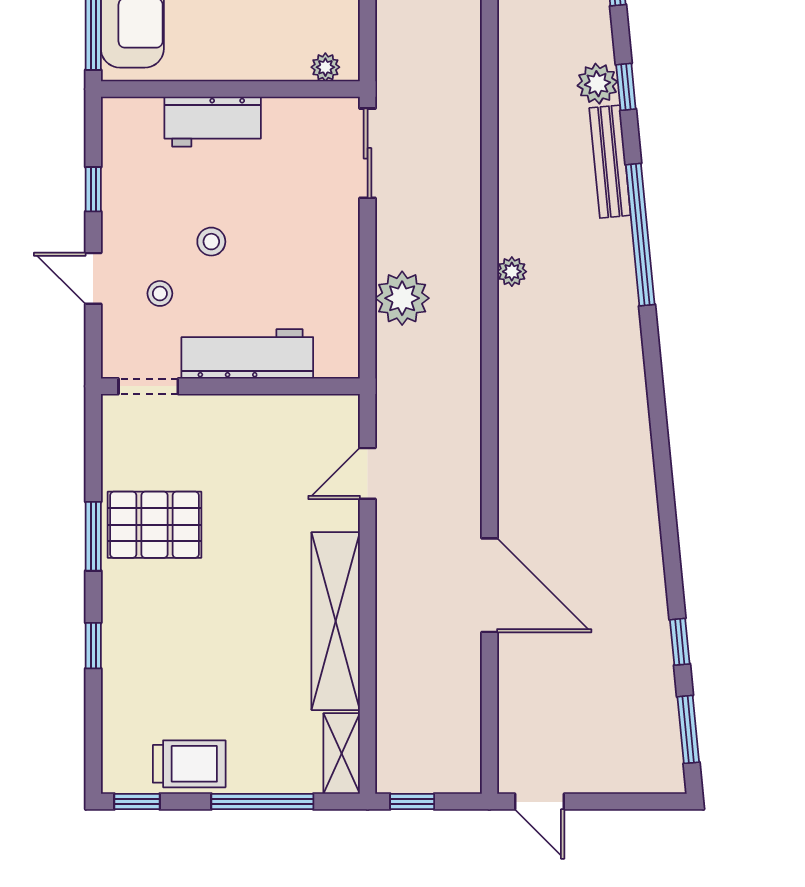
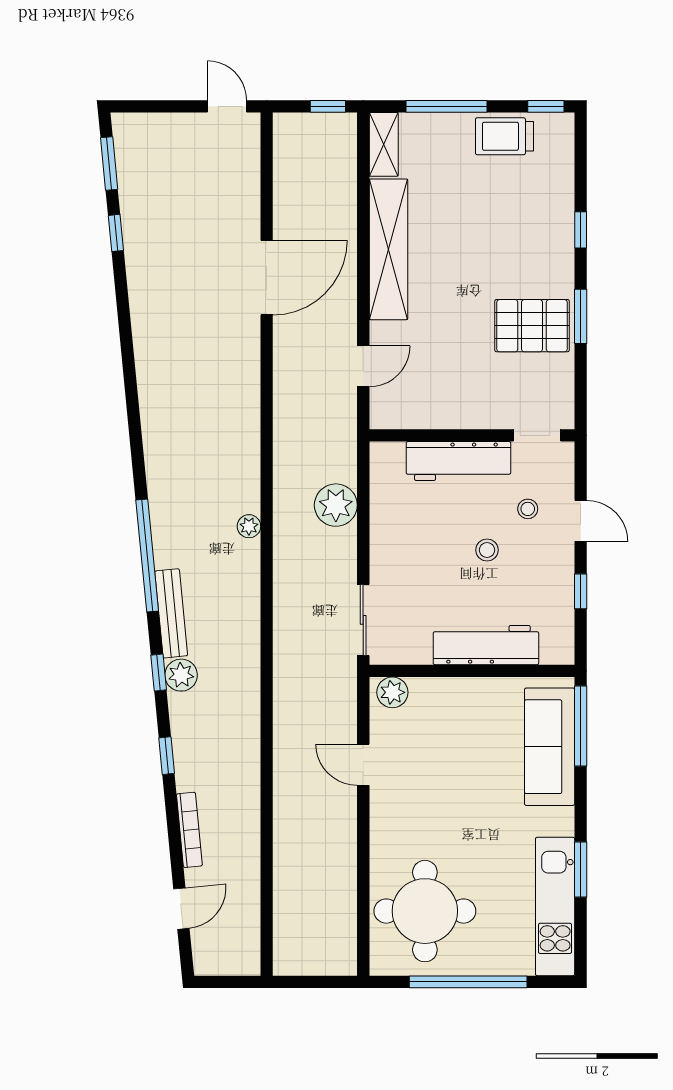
plant: (325, 67) -> (392, 692), width x1.38, depth x1.38
workbench: (213, 122) -> (486, 645), width x1.38
door: (489, 585) -> (267, 278), swing flipped

